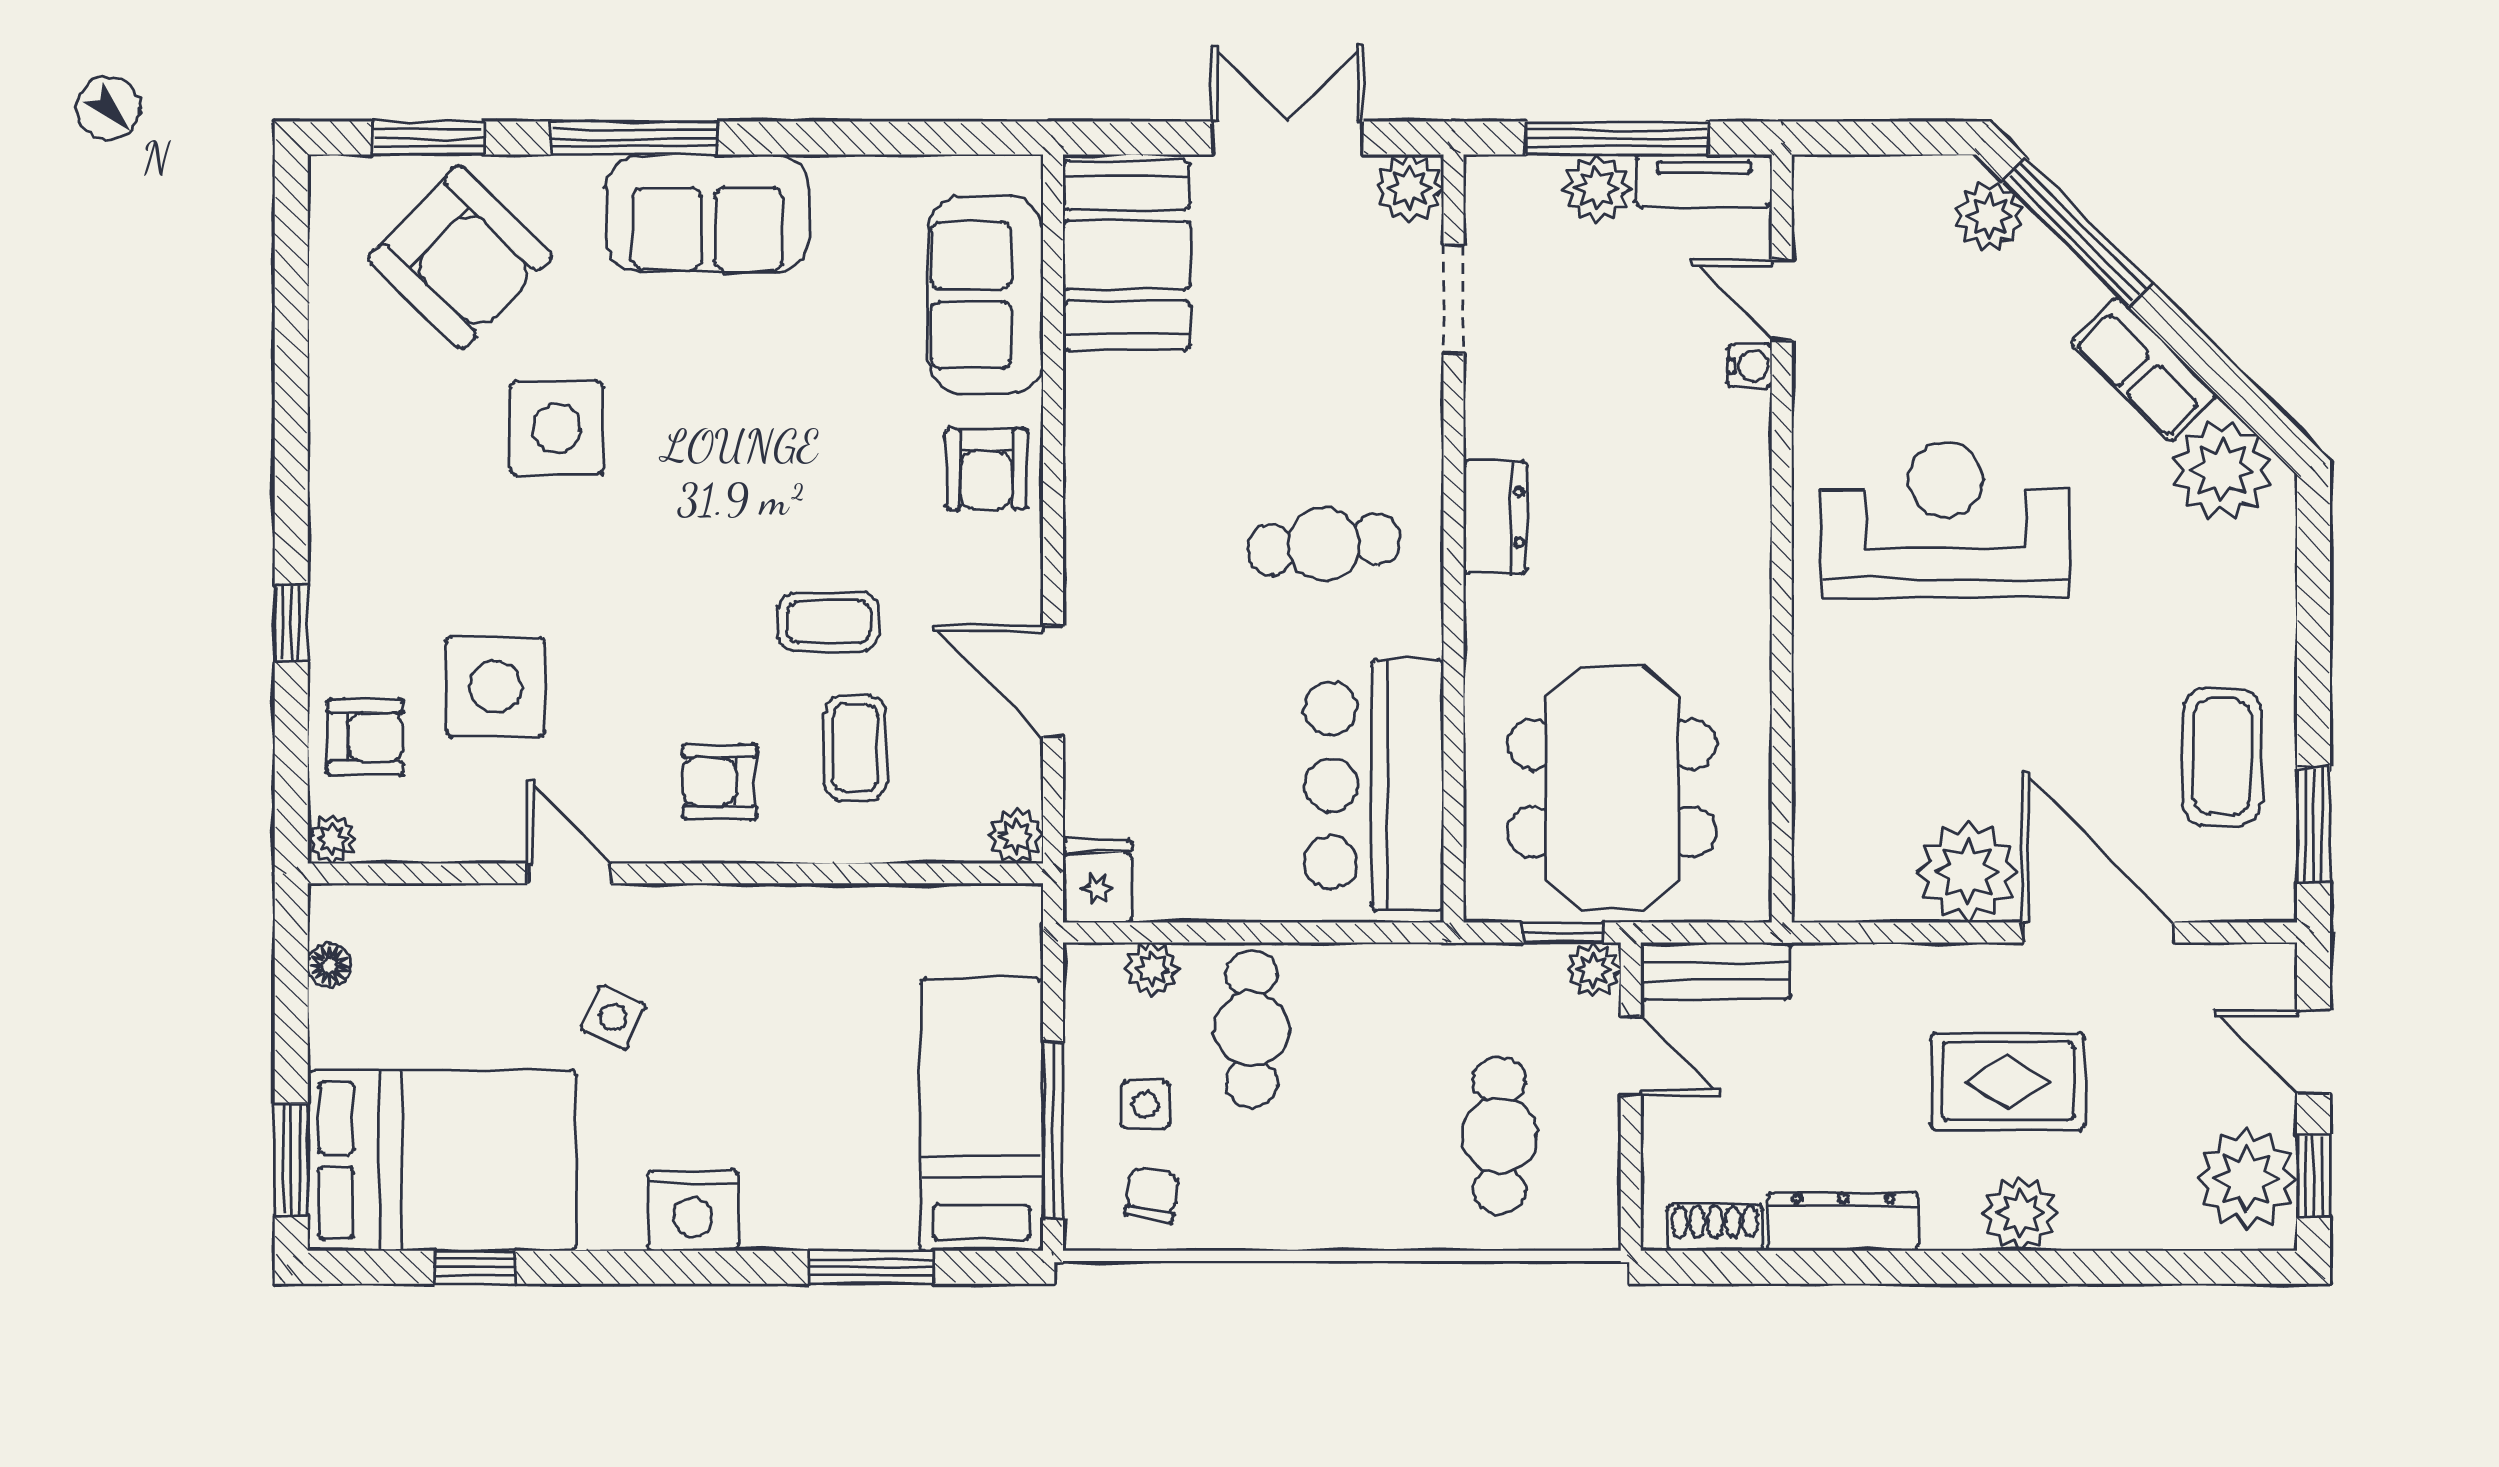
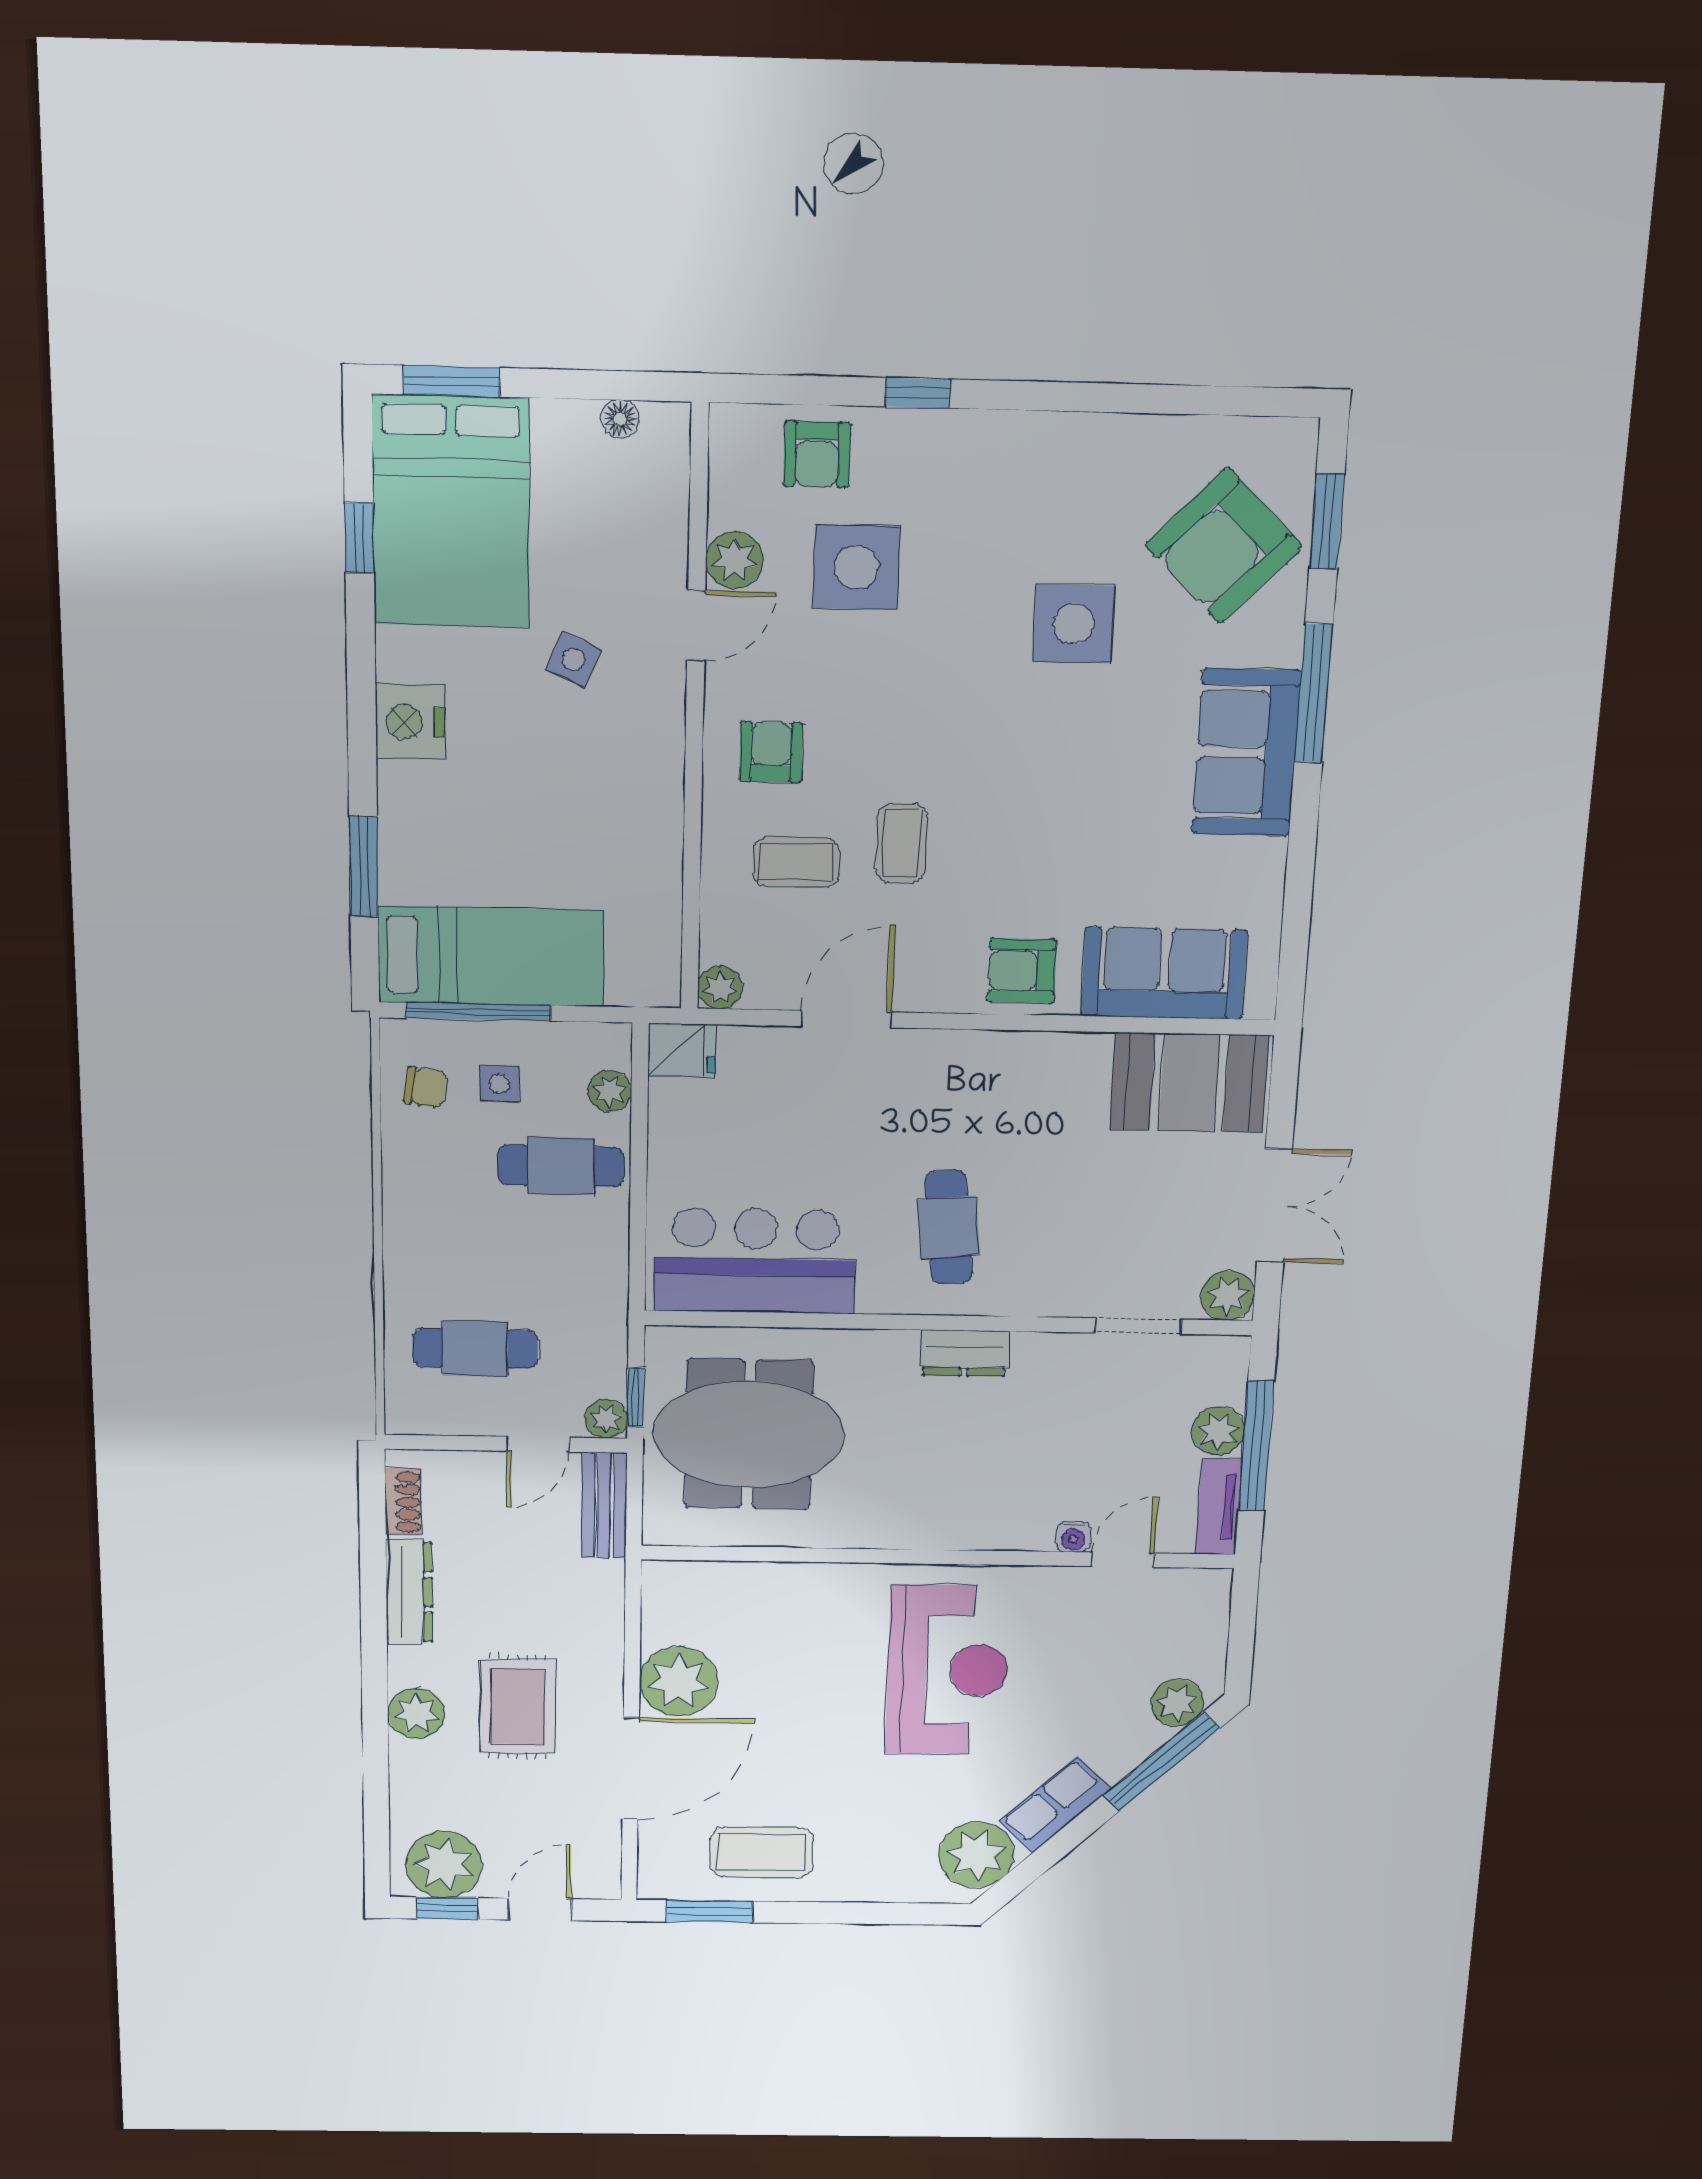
plant: (332, 839) -> (734, 560), moved, width x1.38, depth x1.38

